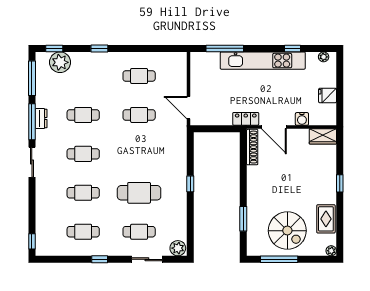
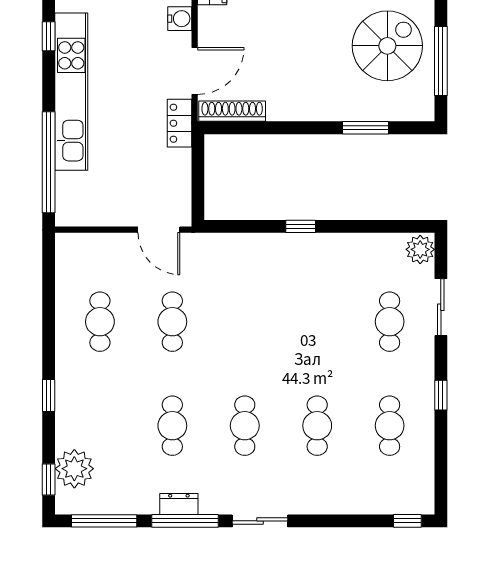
window: (225, 48) -> (49, 162), width x1.46
door: (189, 108) -> (159, 230), hinge flipped
cafe table: (139, 193) -> (317, 322), removed

